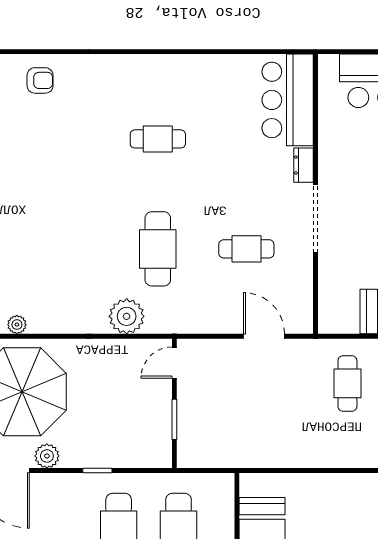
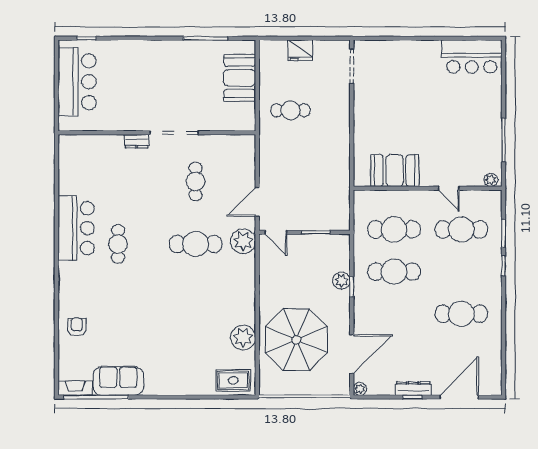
bar counter: (288, 100) -> (76, 228), moved, turned -90
plant: (127, 316) -> (243, 241), moved
plant: (17, 325) -> (243, 337), width x1.88, depth x1.88
door: (264, 336) -> (257, 202), moved
plant: (47, 456) -> (342, 281), moved

